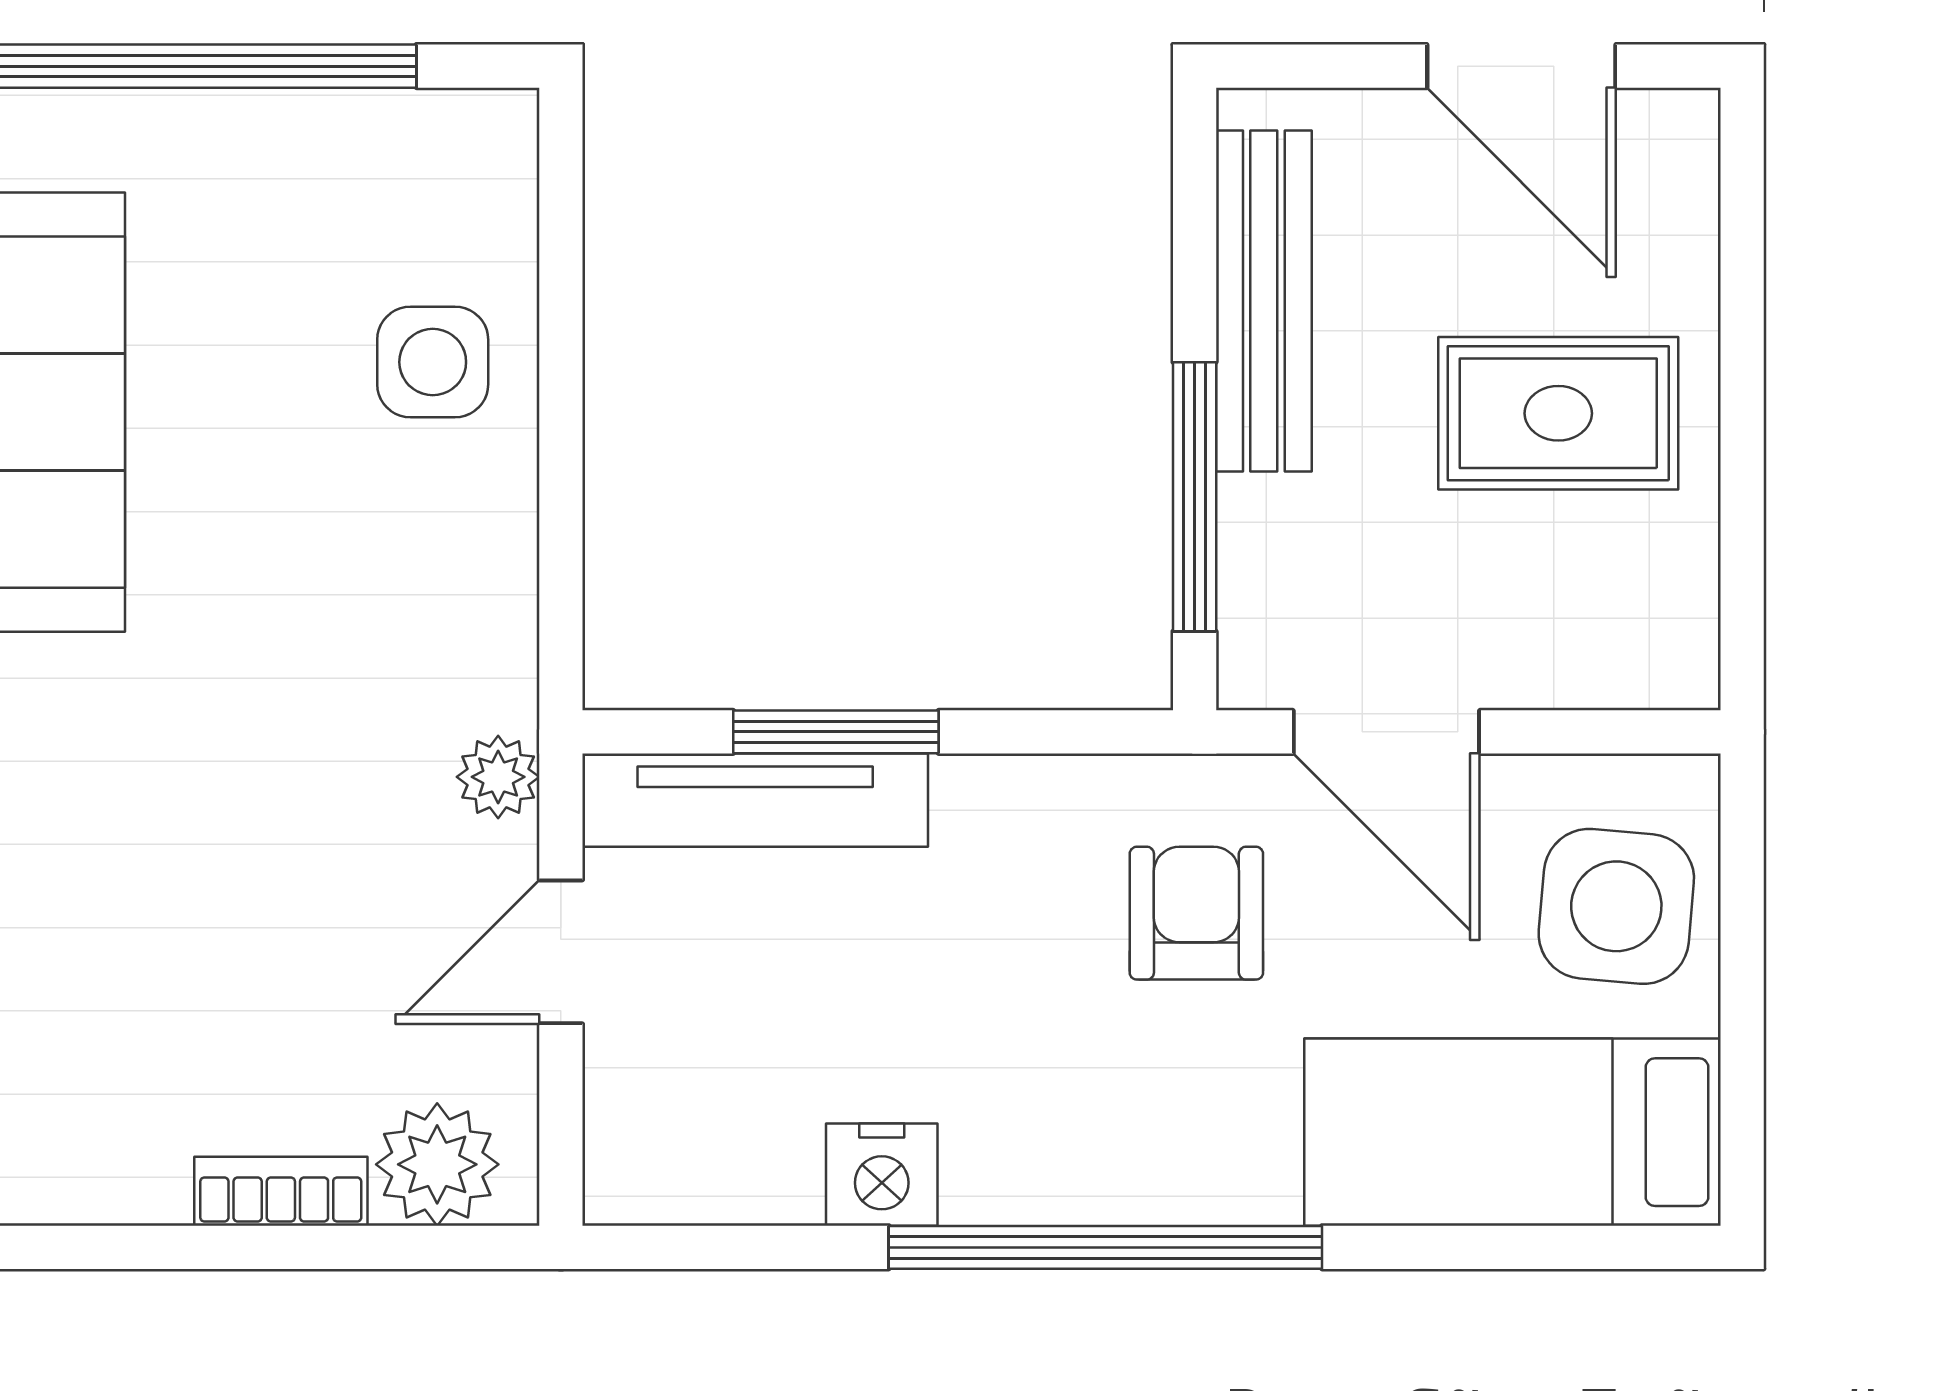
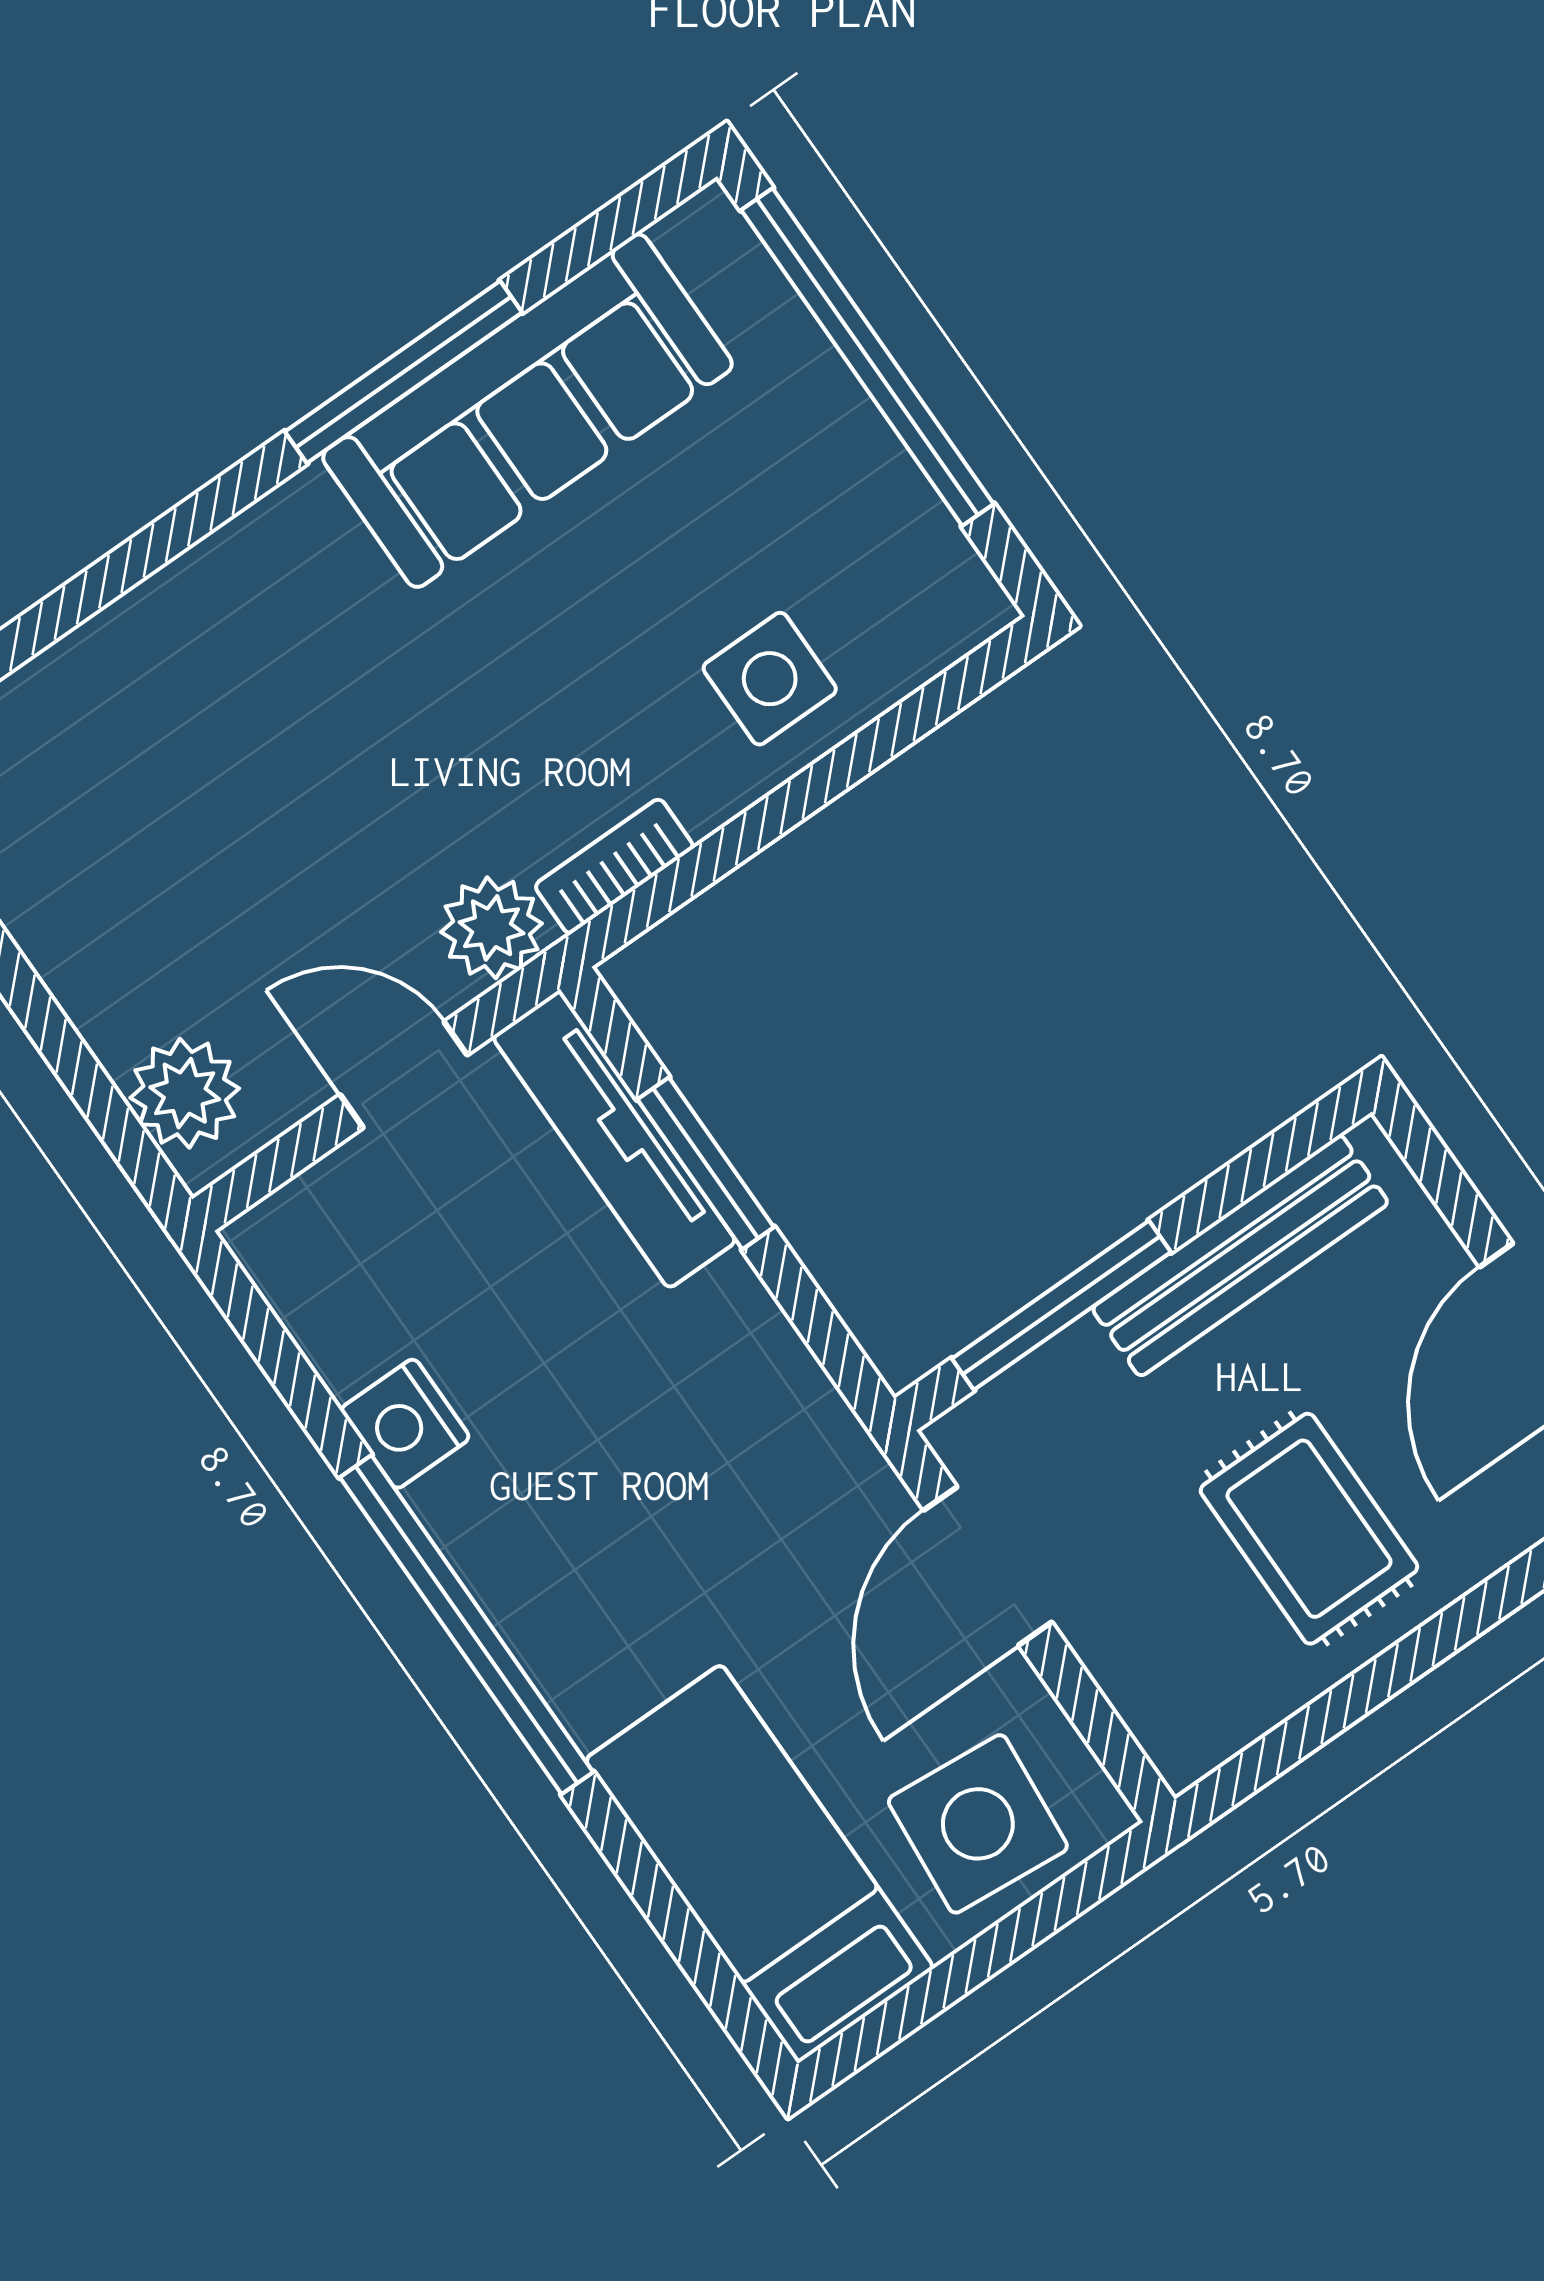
plant: (498, 777) -> (492, 928), width x1.38, depth x1.38
armchair: (1196, 913) -> (758, 1520), removed
bookcase: (281, 1191) -> (614, 866), moved, turned -90

